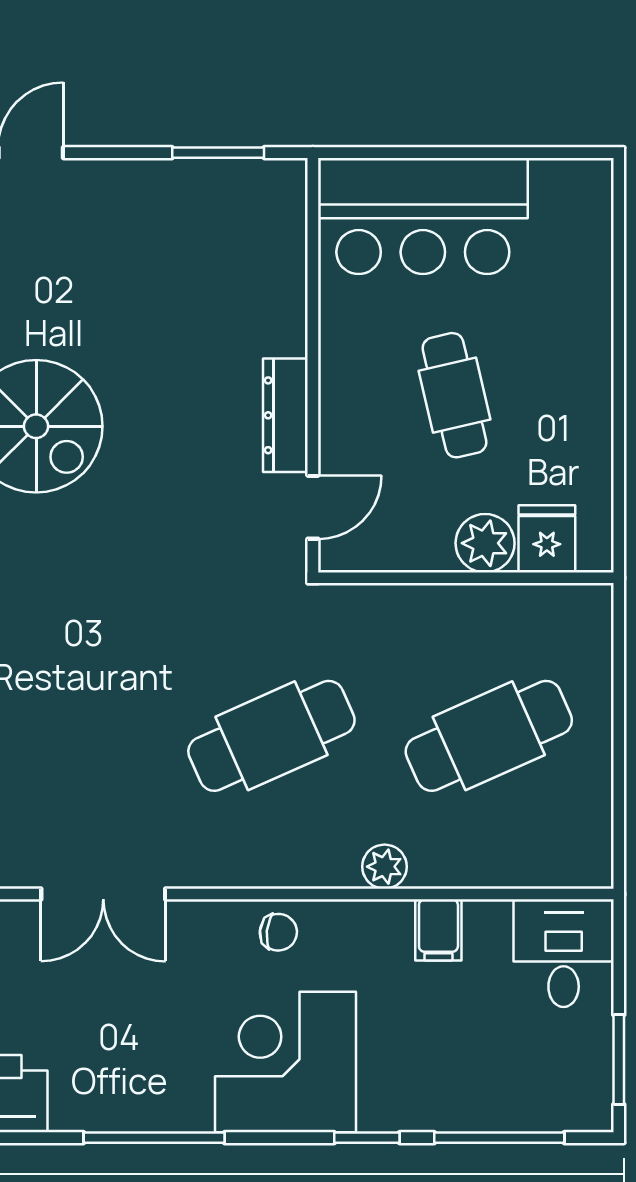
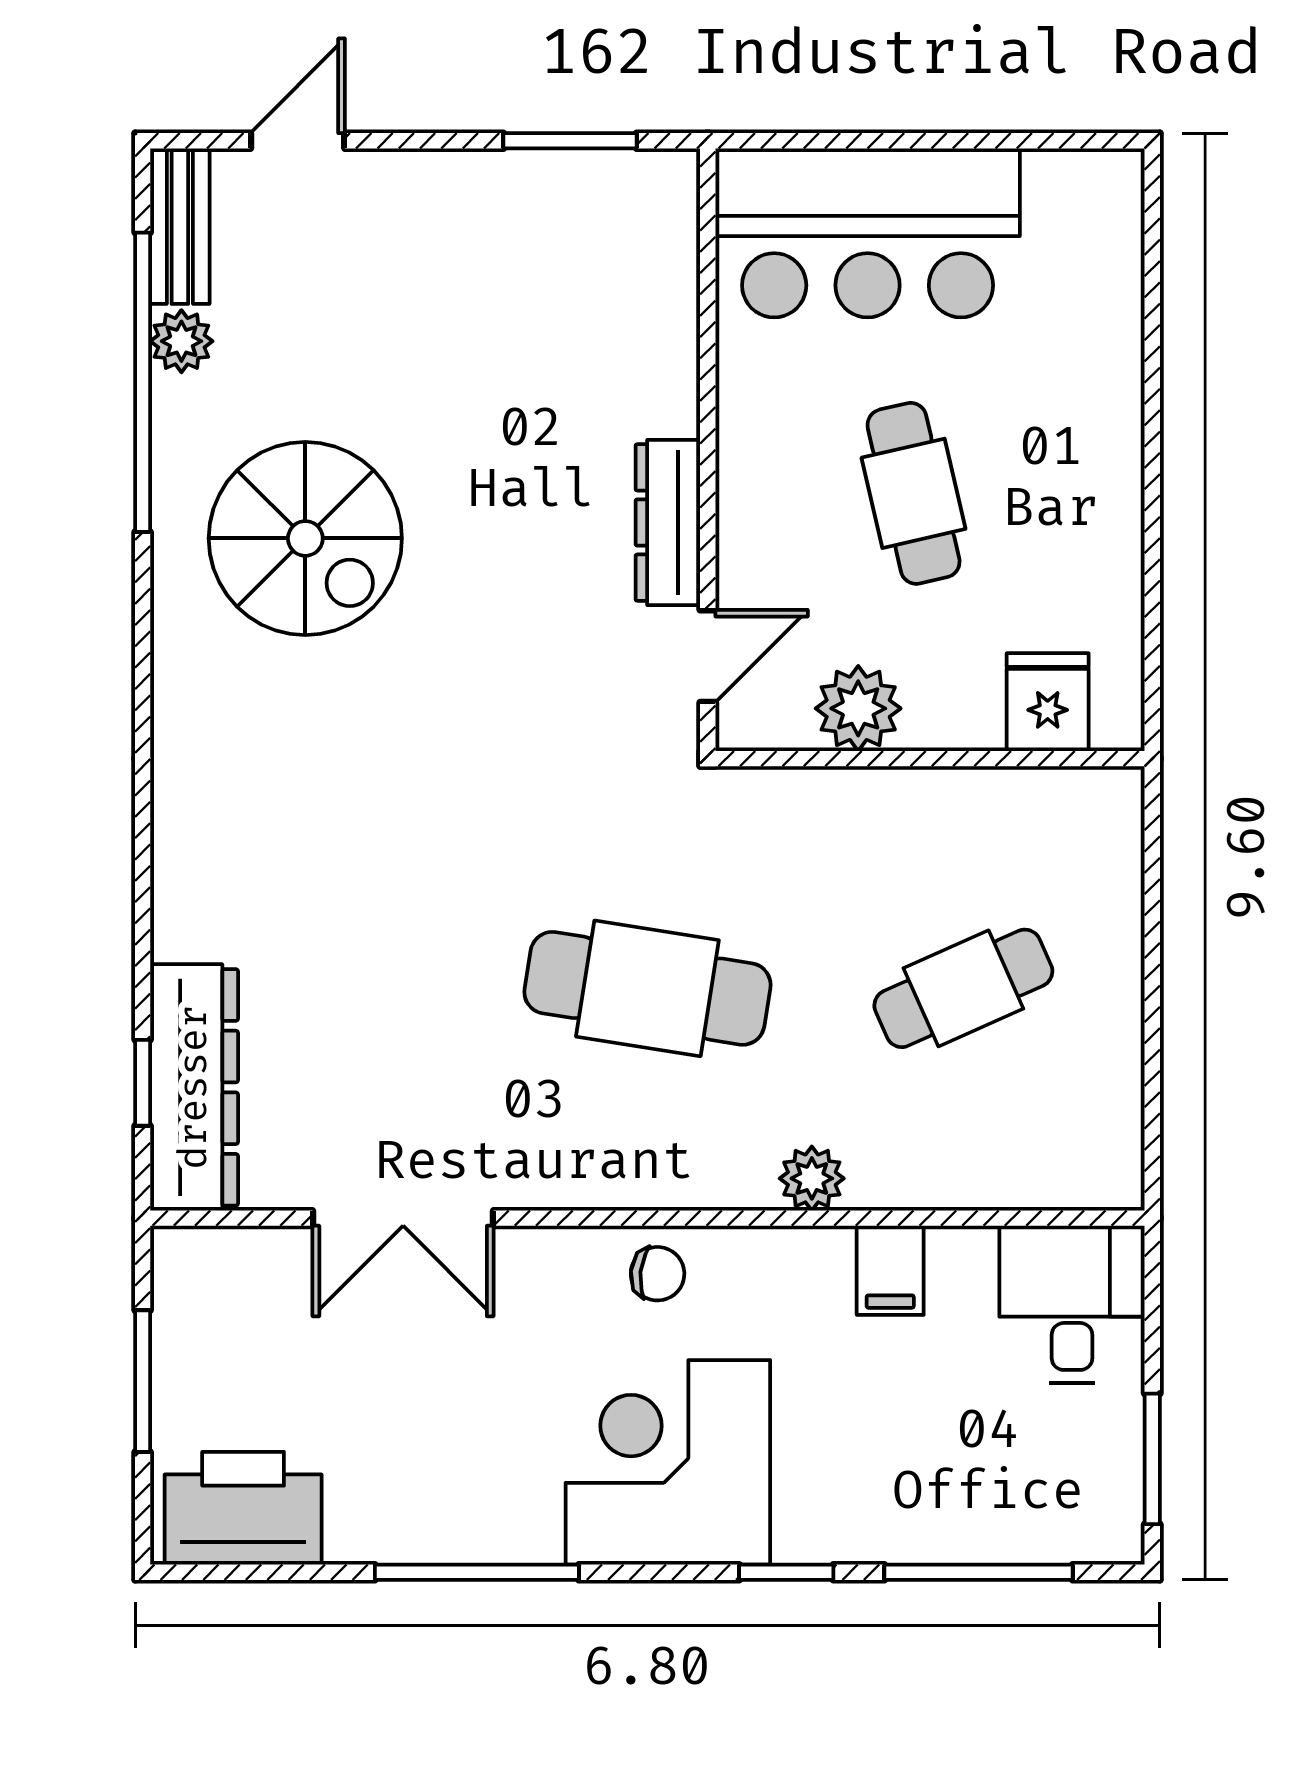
plant: (485, 543) -> (858, 708), moved
cafe table: (271, 736) -> (647, 988), turned 33
cafe table: (489, 736) -> (963, 988), width x0.73, depth x0.74

